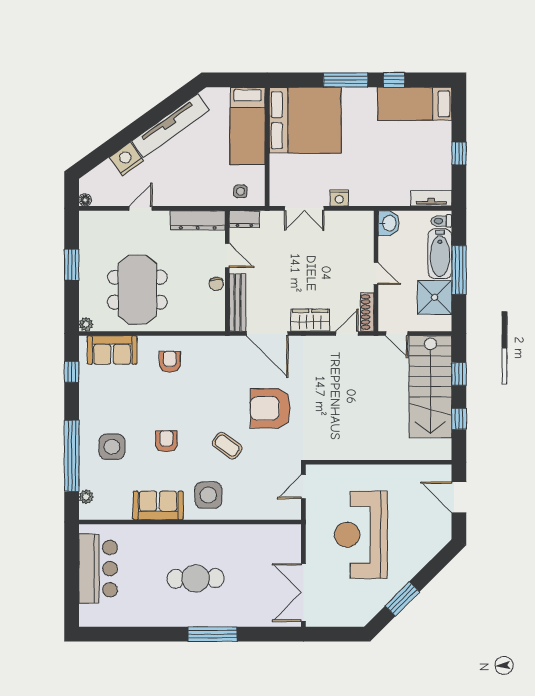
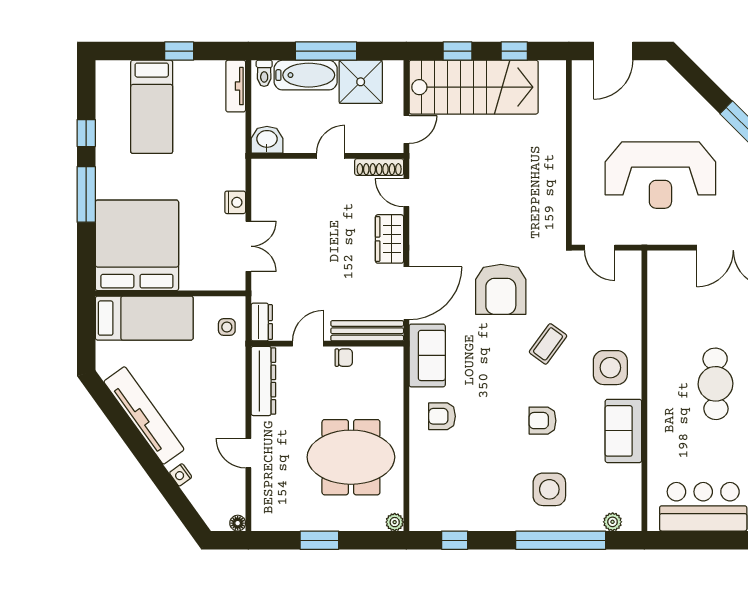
bed: (415, 104) -> (152, 107), moved
nightstand: (126, 159) -> (181, 475), width x0.53, depth x0.56
sofa: (112, 350) -> (427, 355), moved

